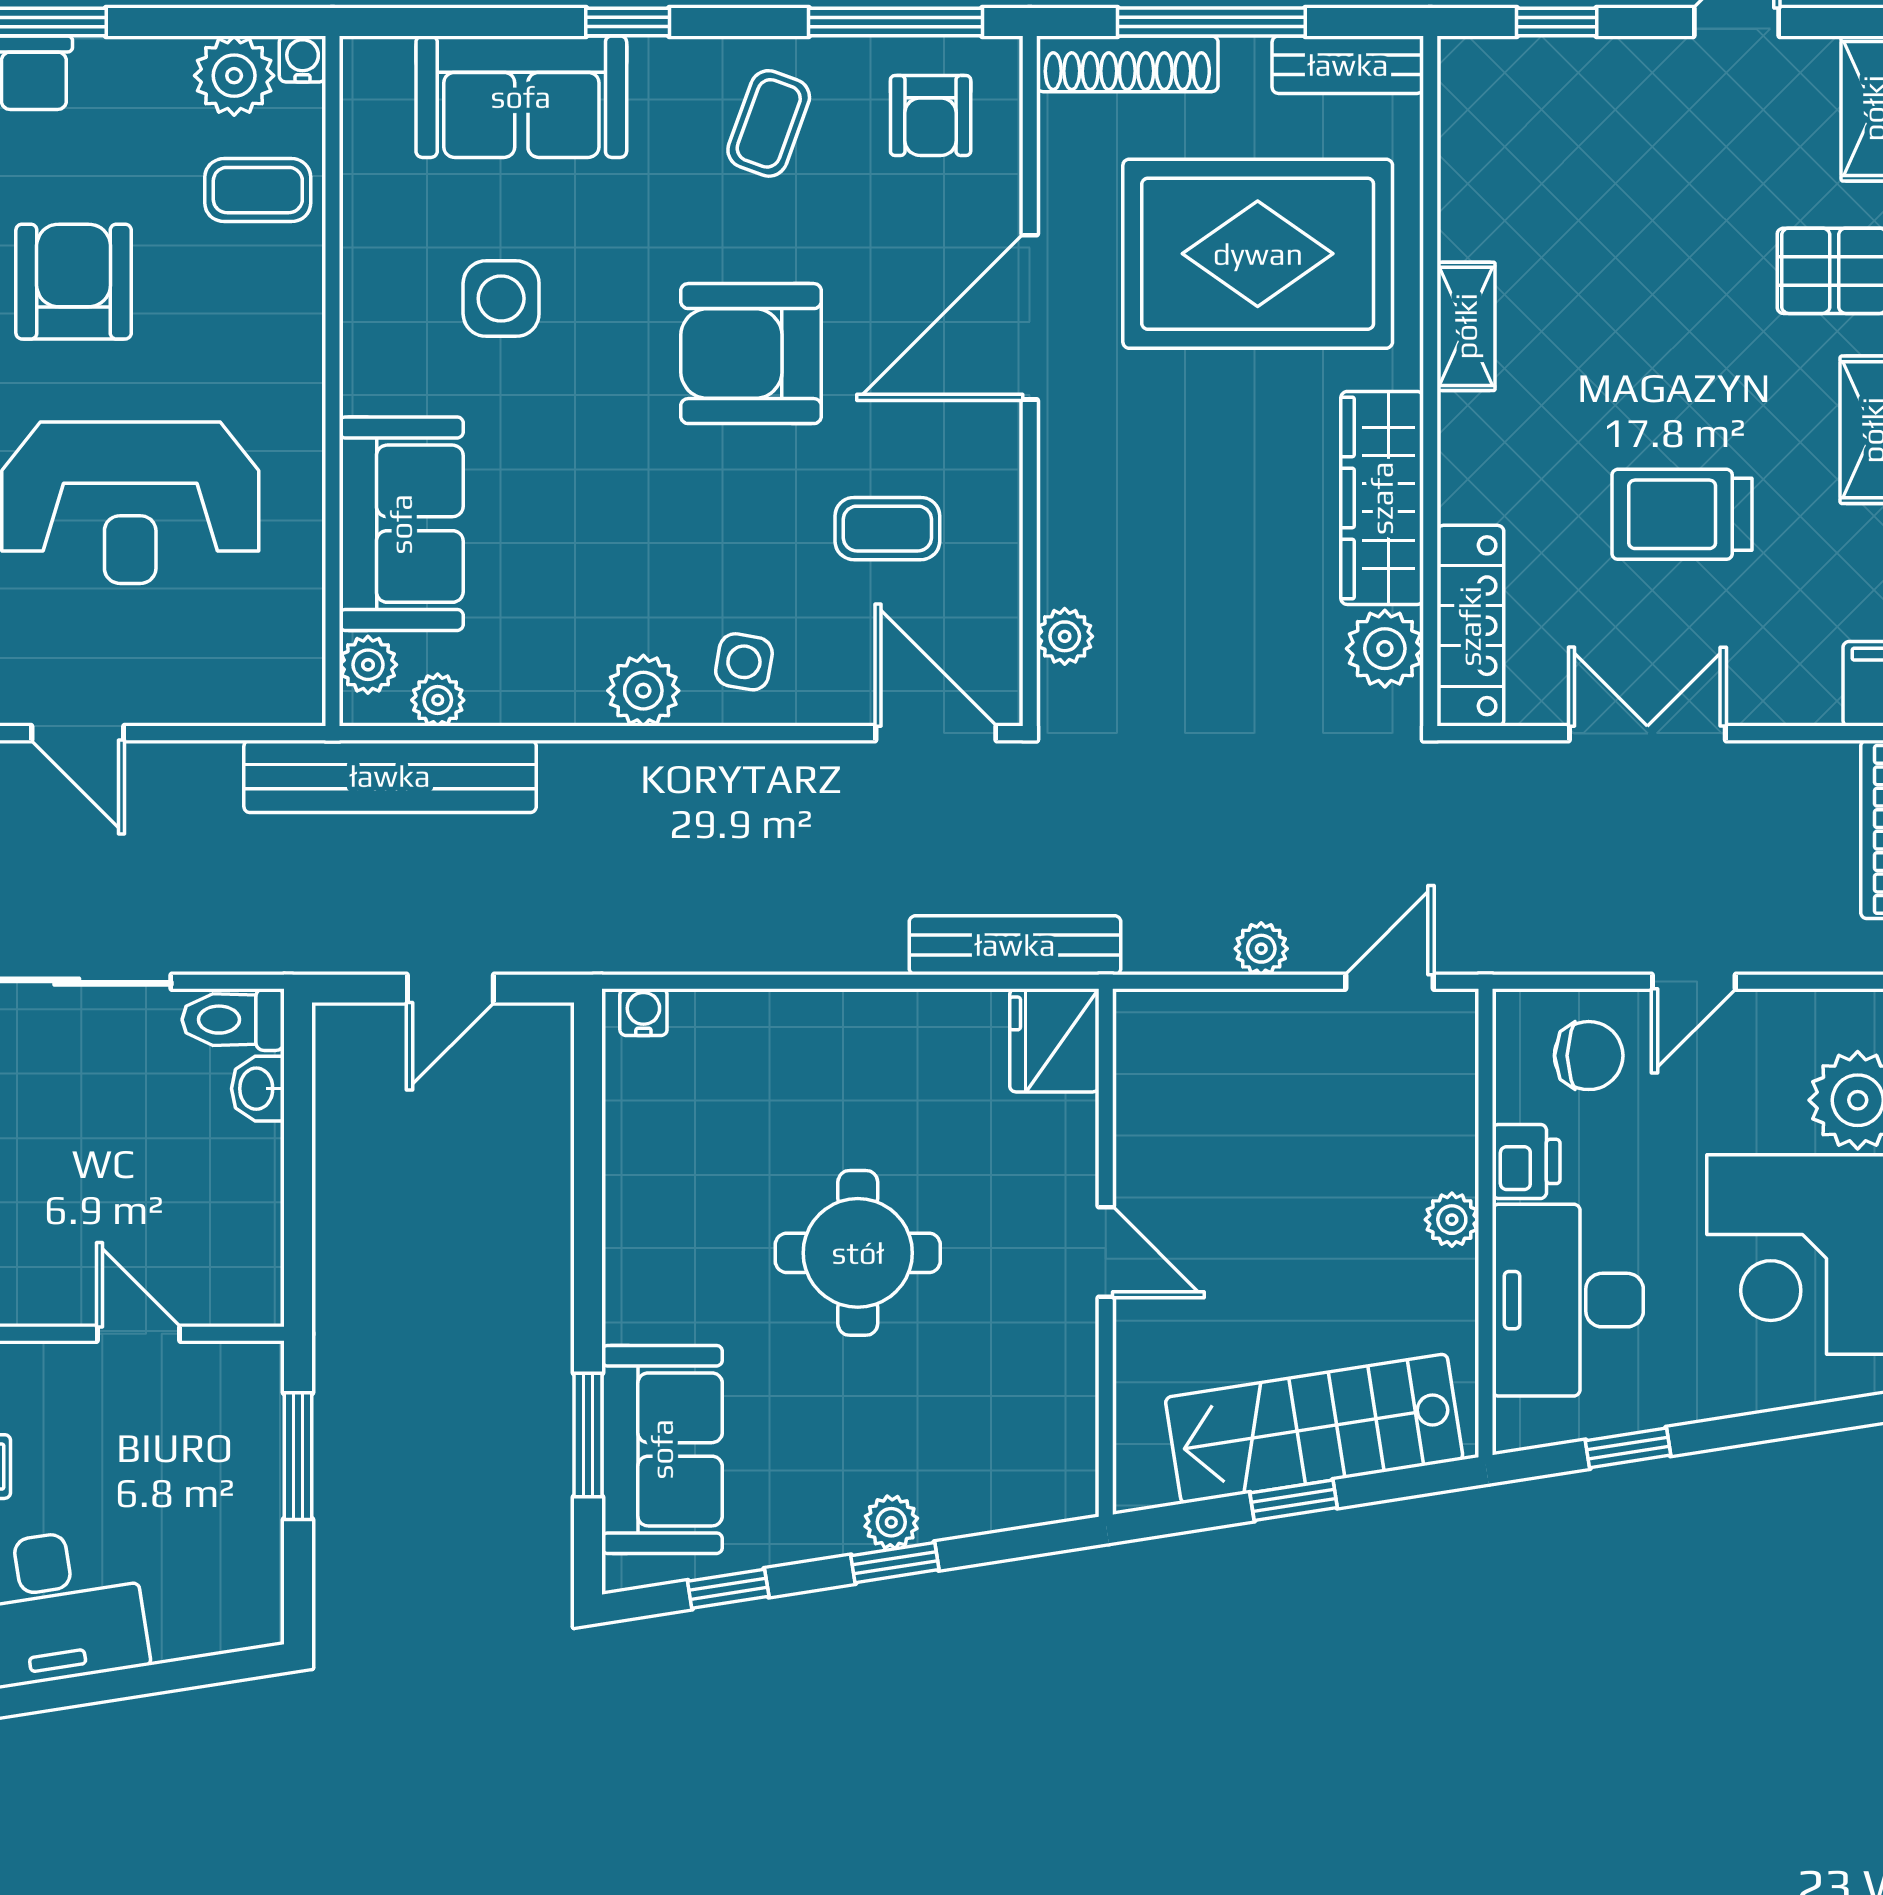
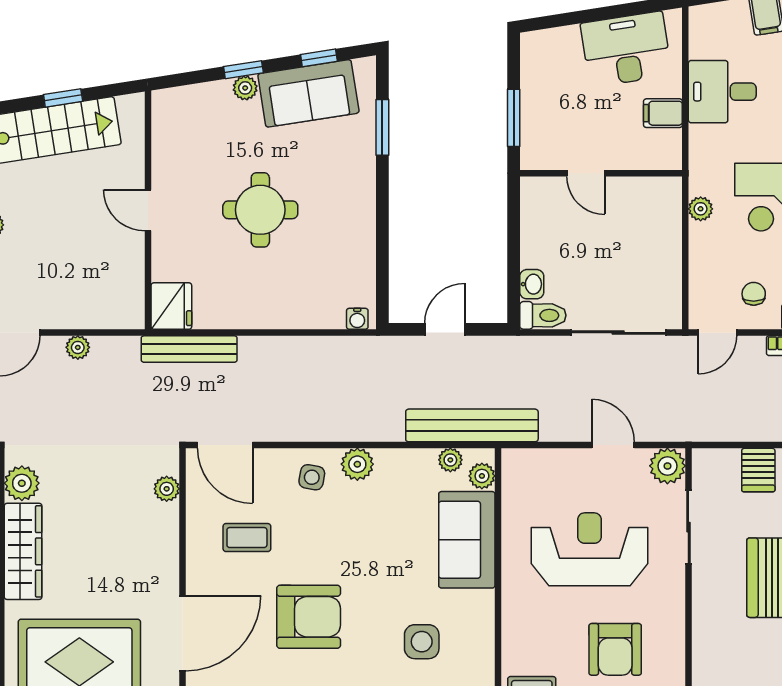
sofa: (662, 1449) -> (308, 93), moved, turned -99

